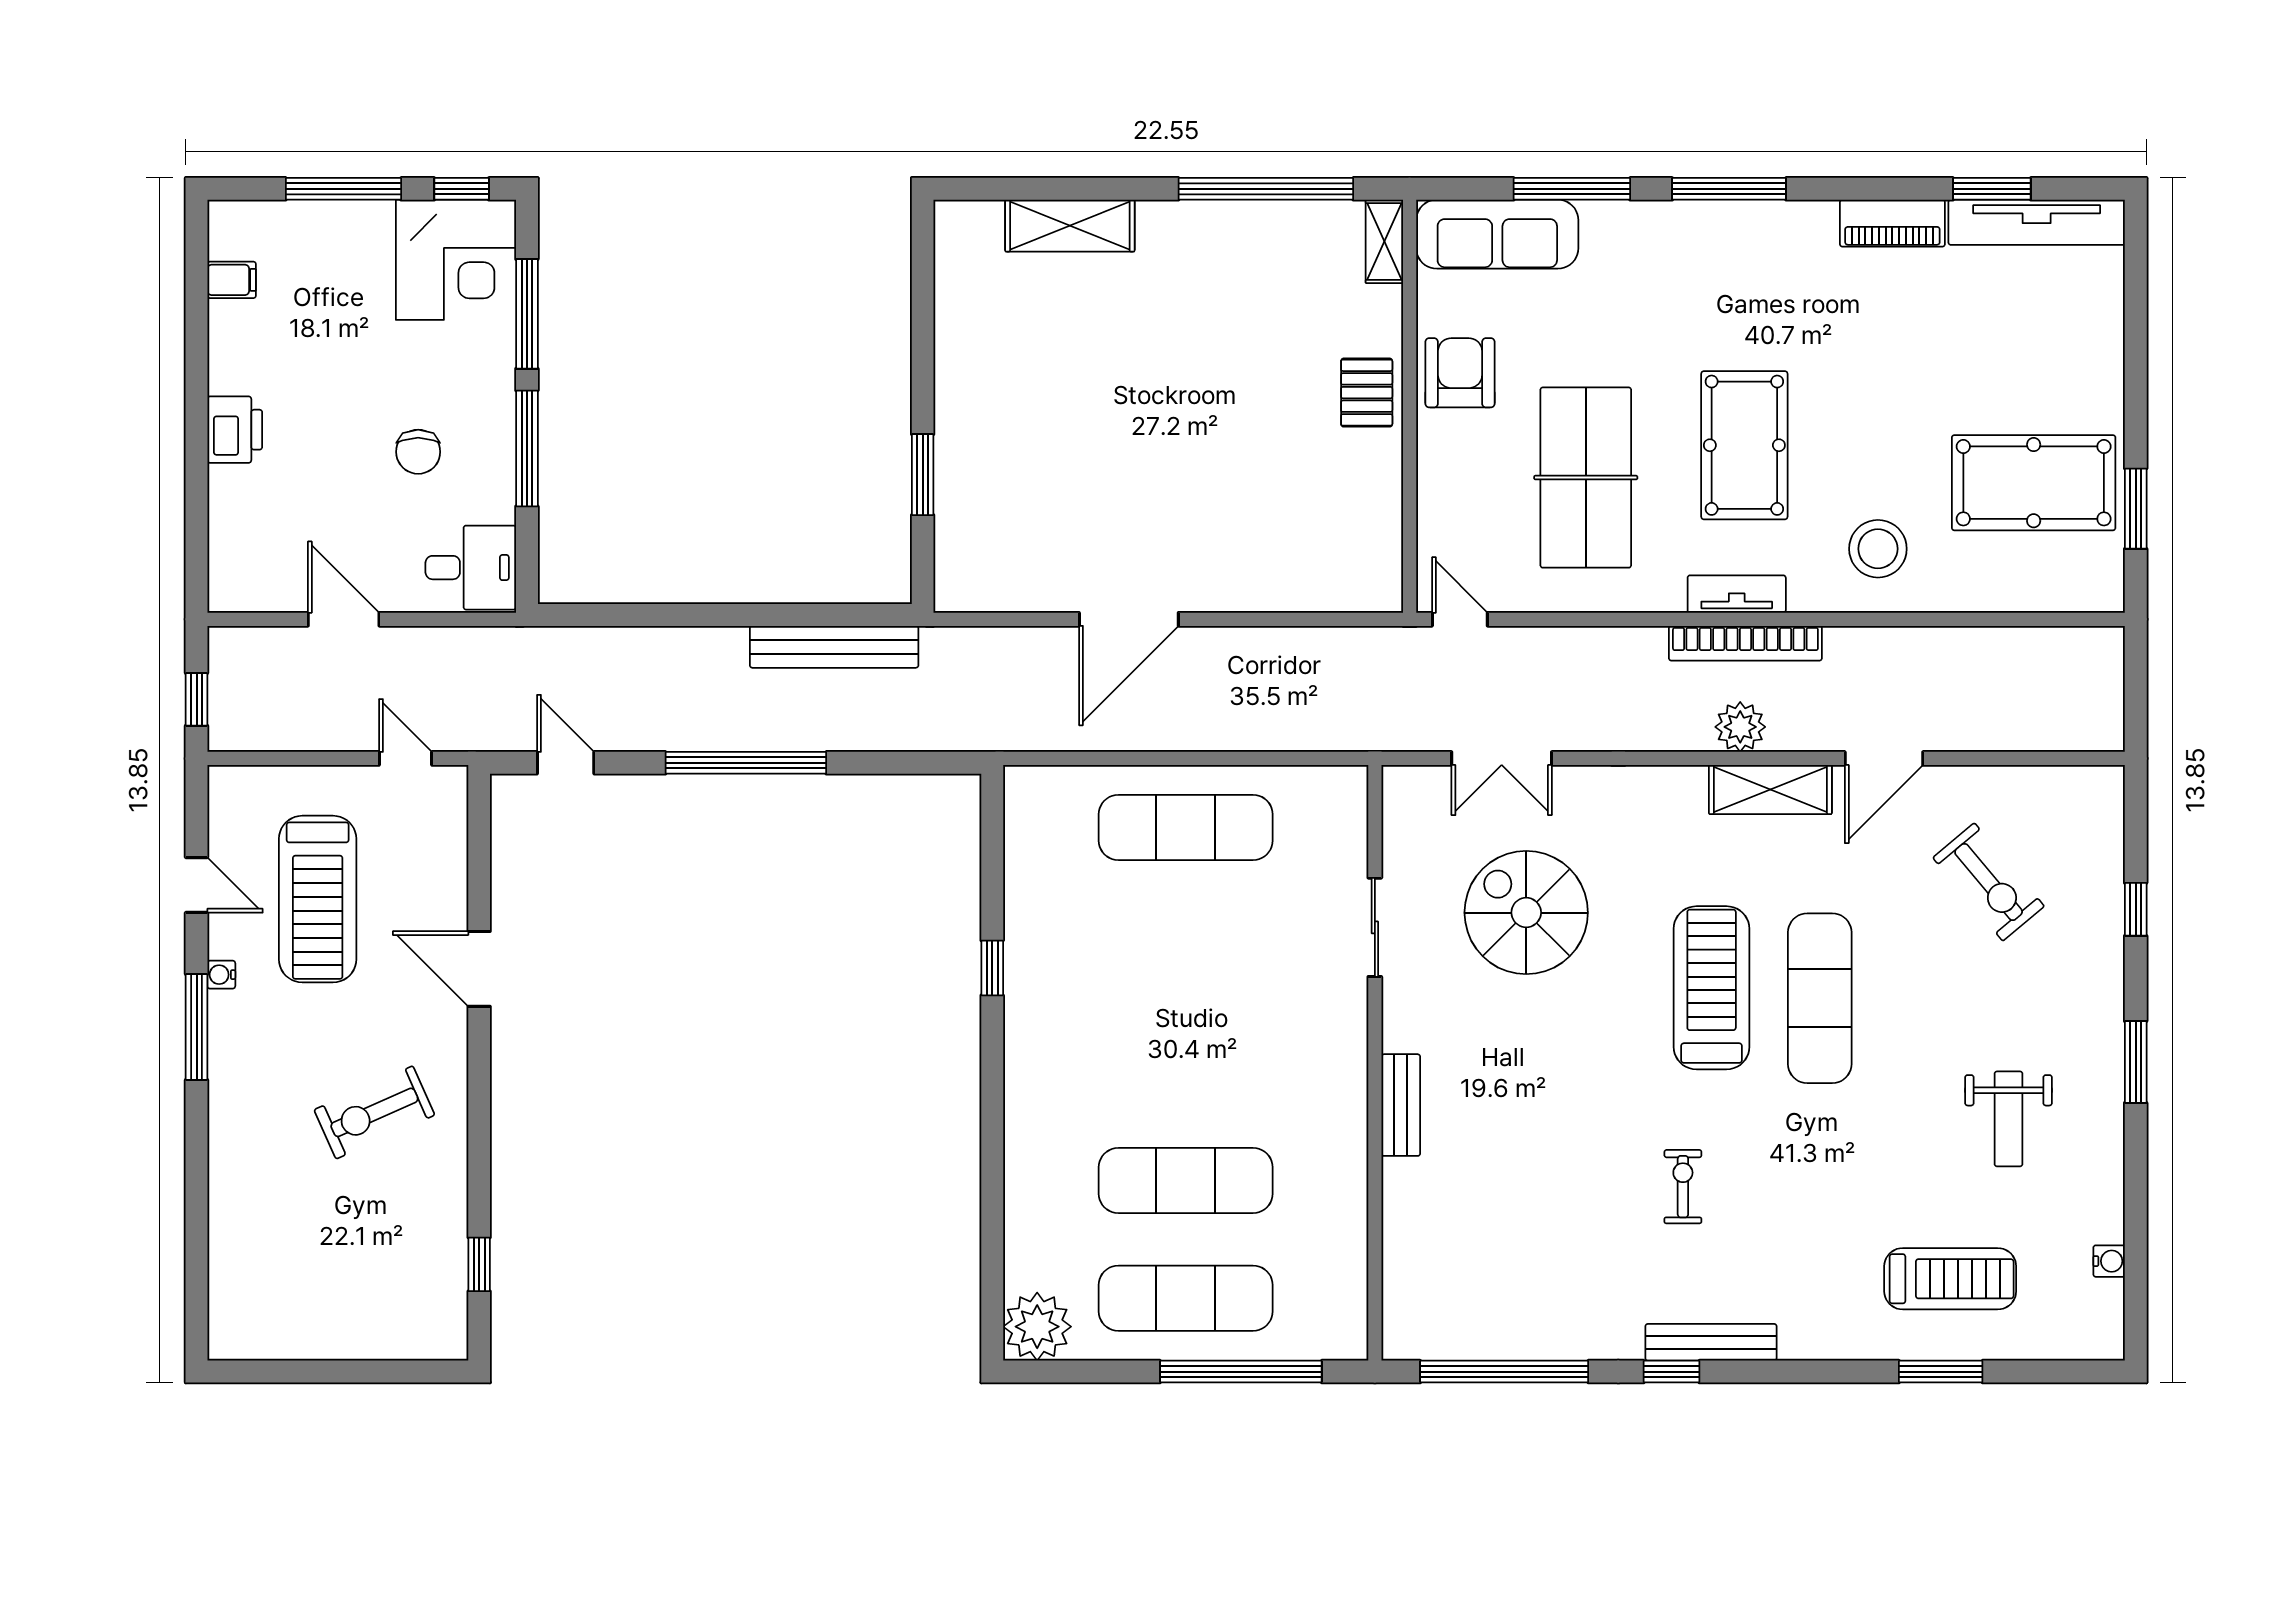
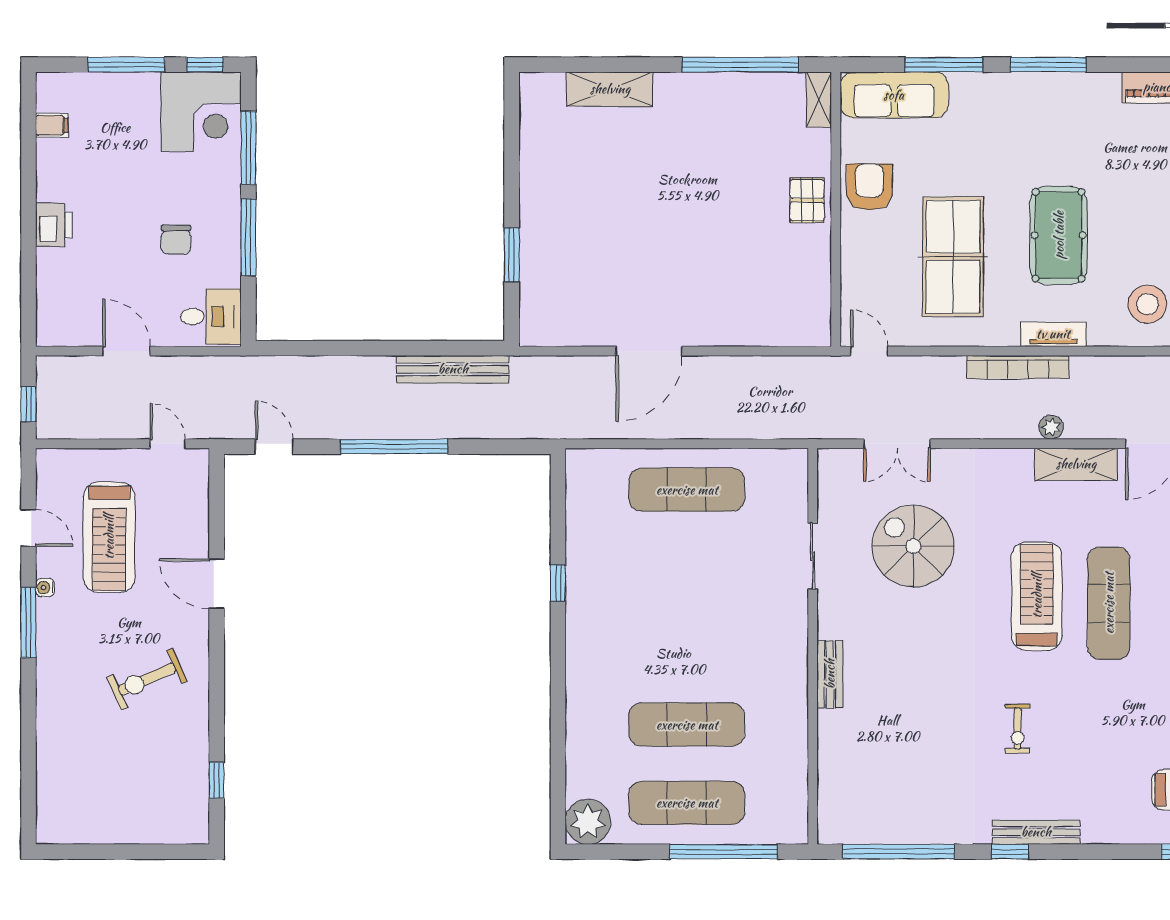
bookcase: (1745, 643) -> (1018, 367), moved
plant: (1740, 727) -> (1051, 427), width x0.73, depth x0.73
exercise bike: (1683, 1187) -> (1018, 729), turned 180

